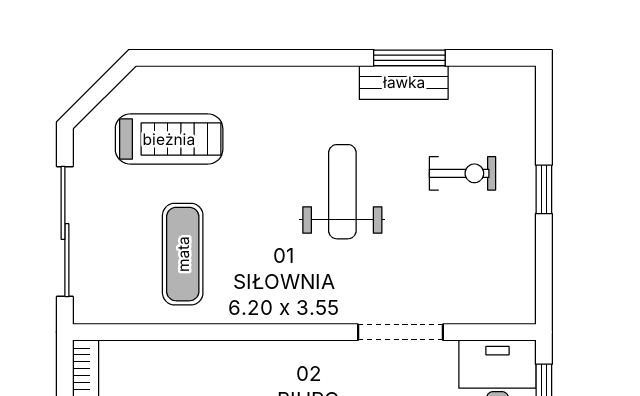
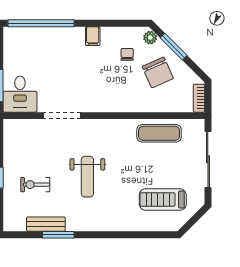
bench: (404, 82) -> (46, 224), moved
exercise mat: (183, 254) -> (159, 133), moved, turned 90

